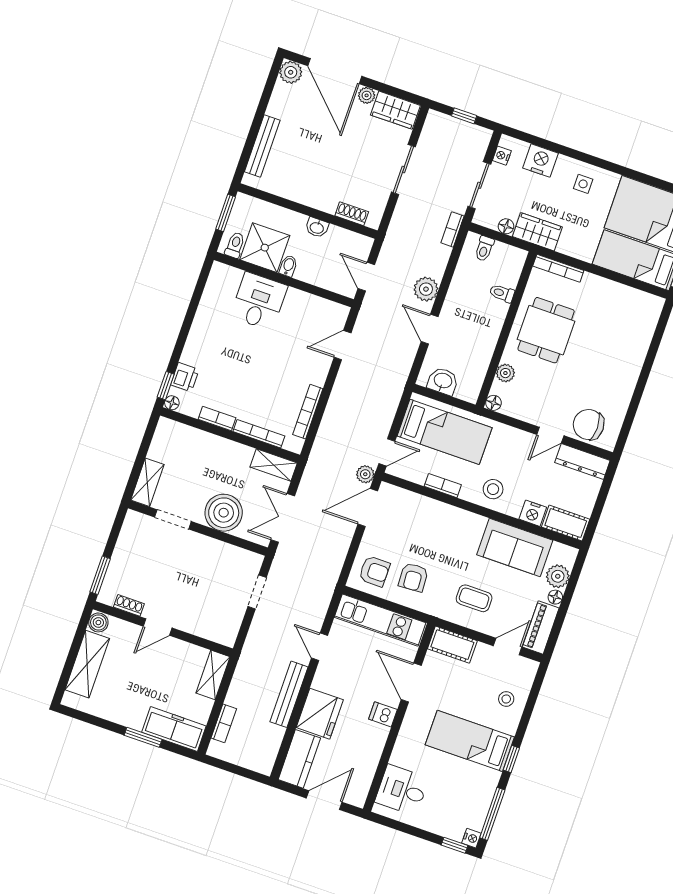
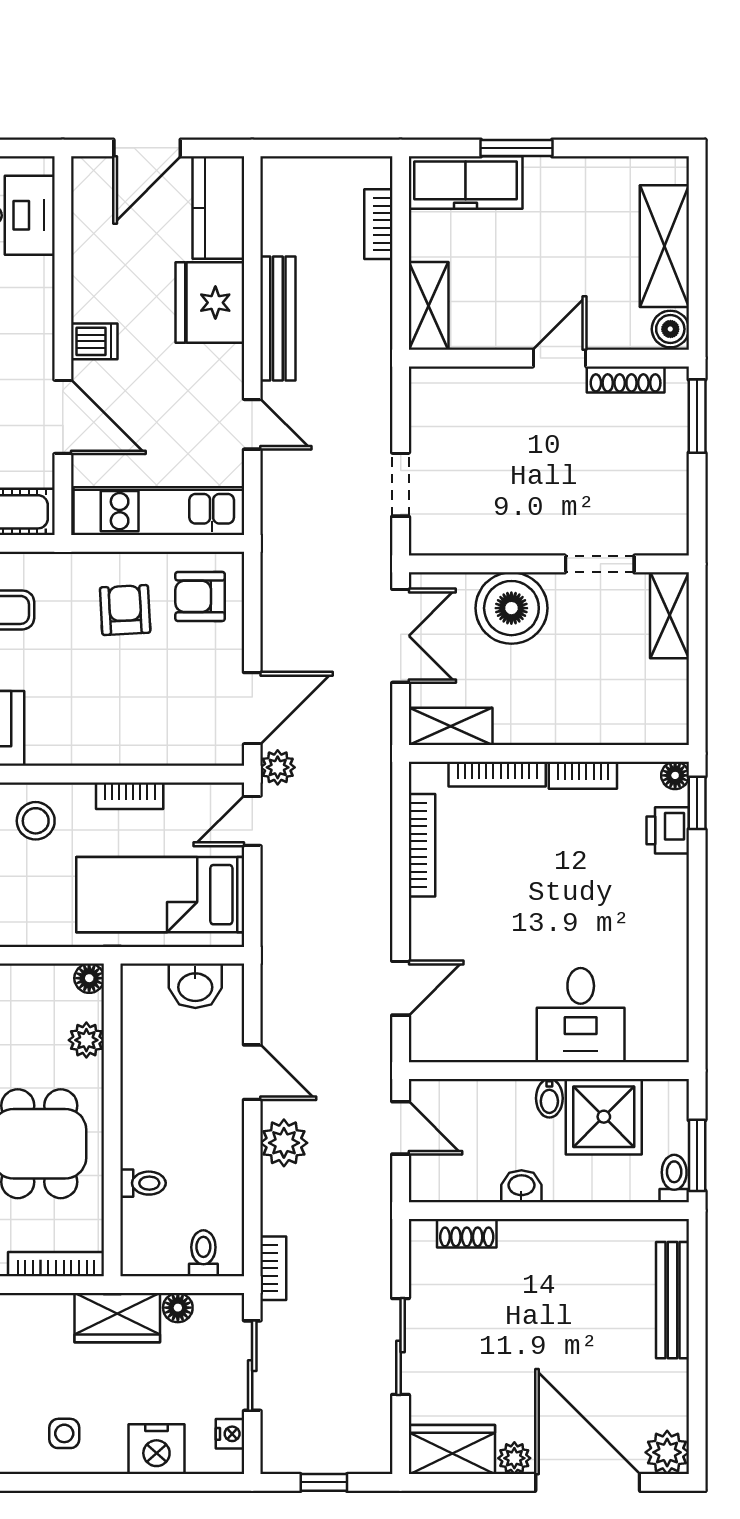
toilet: (235, 245) -> (674, 1179), moved, turned 180
shoe rack: (129, 605) -> (626, 379), width x1.43

